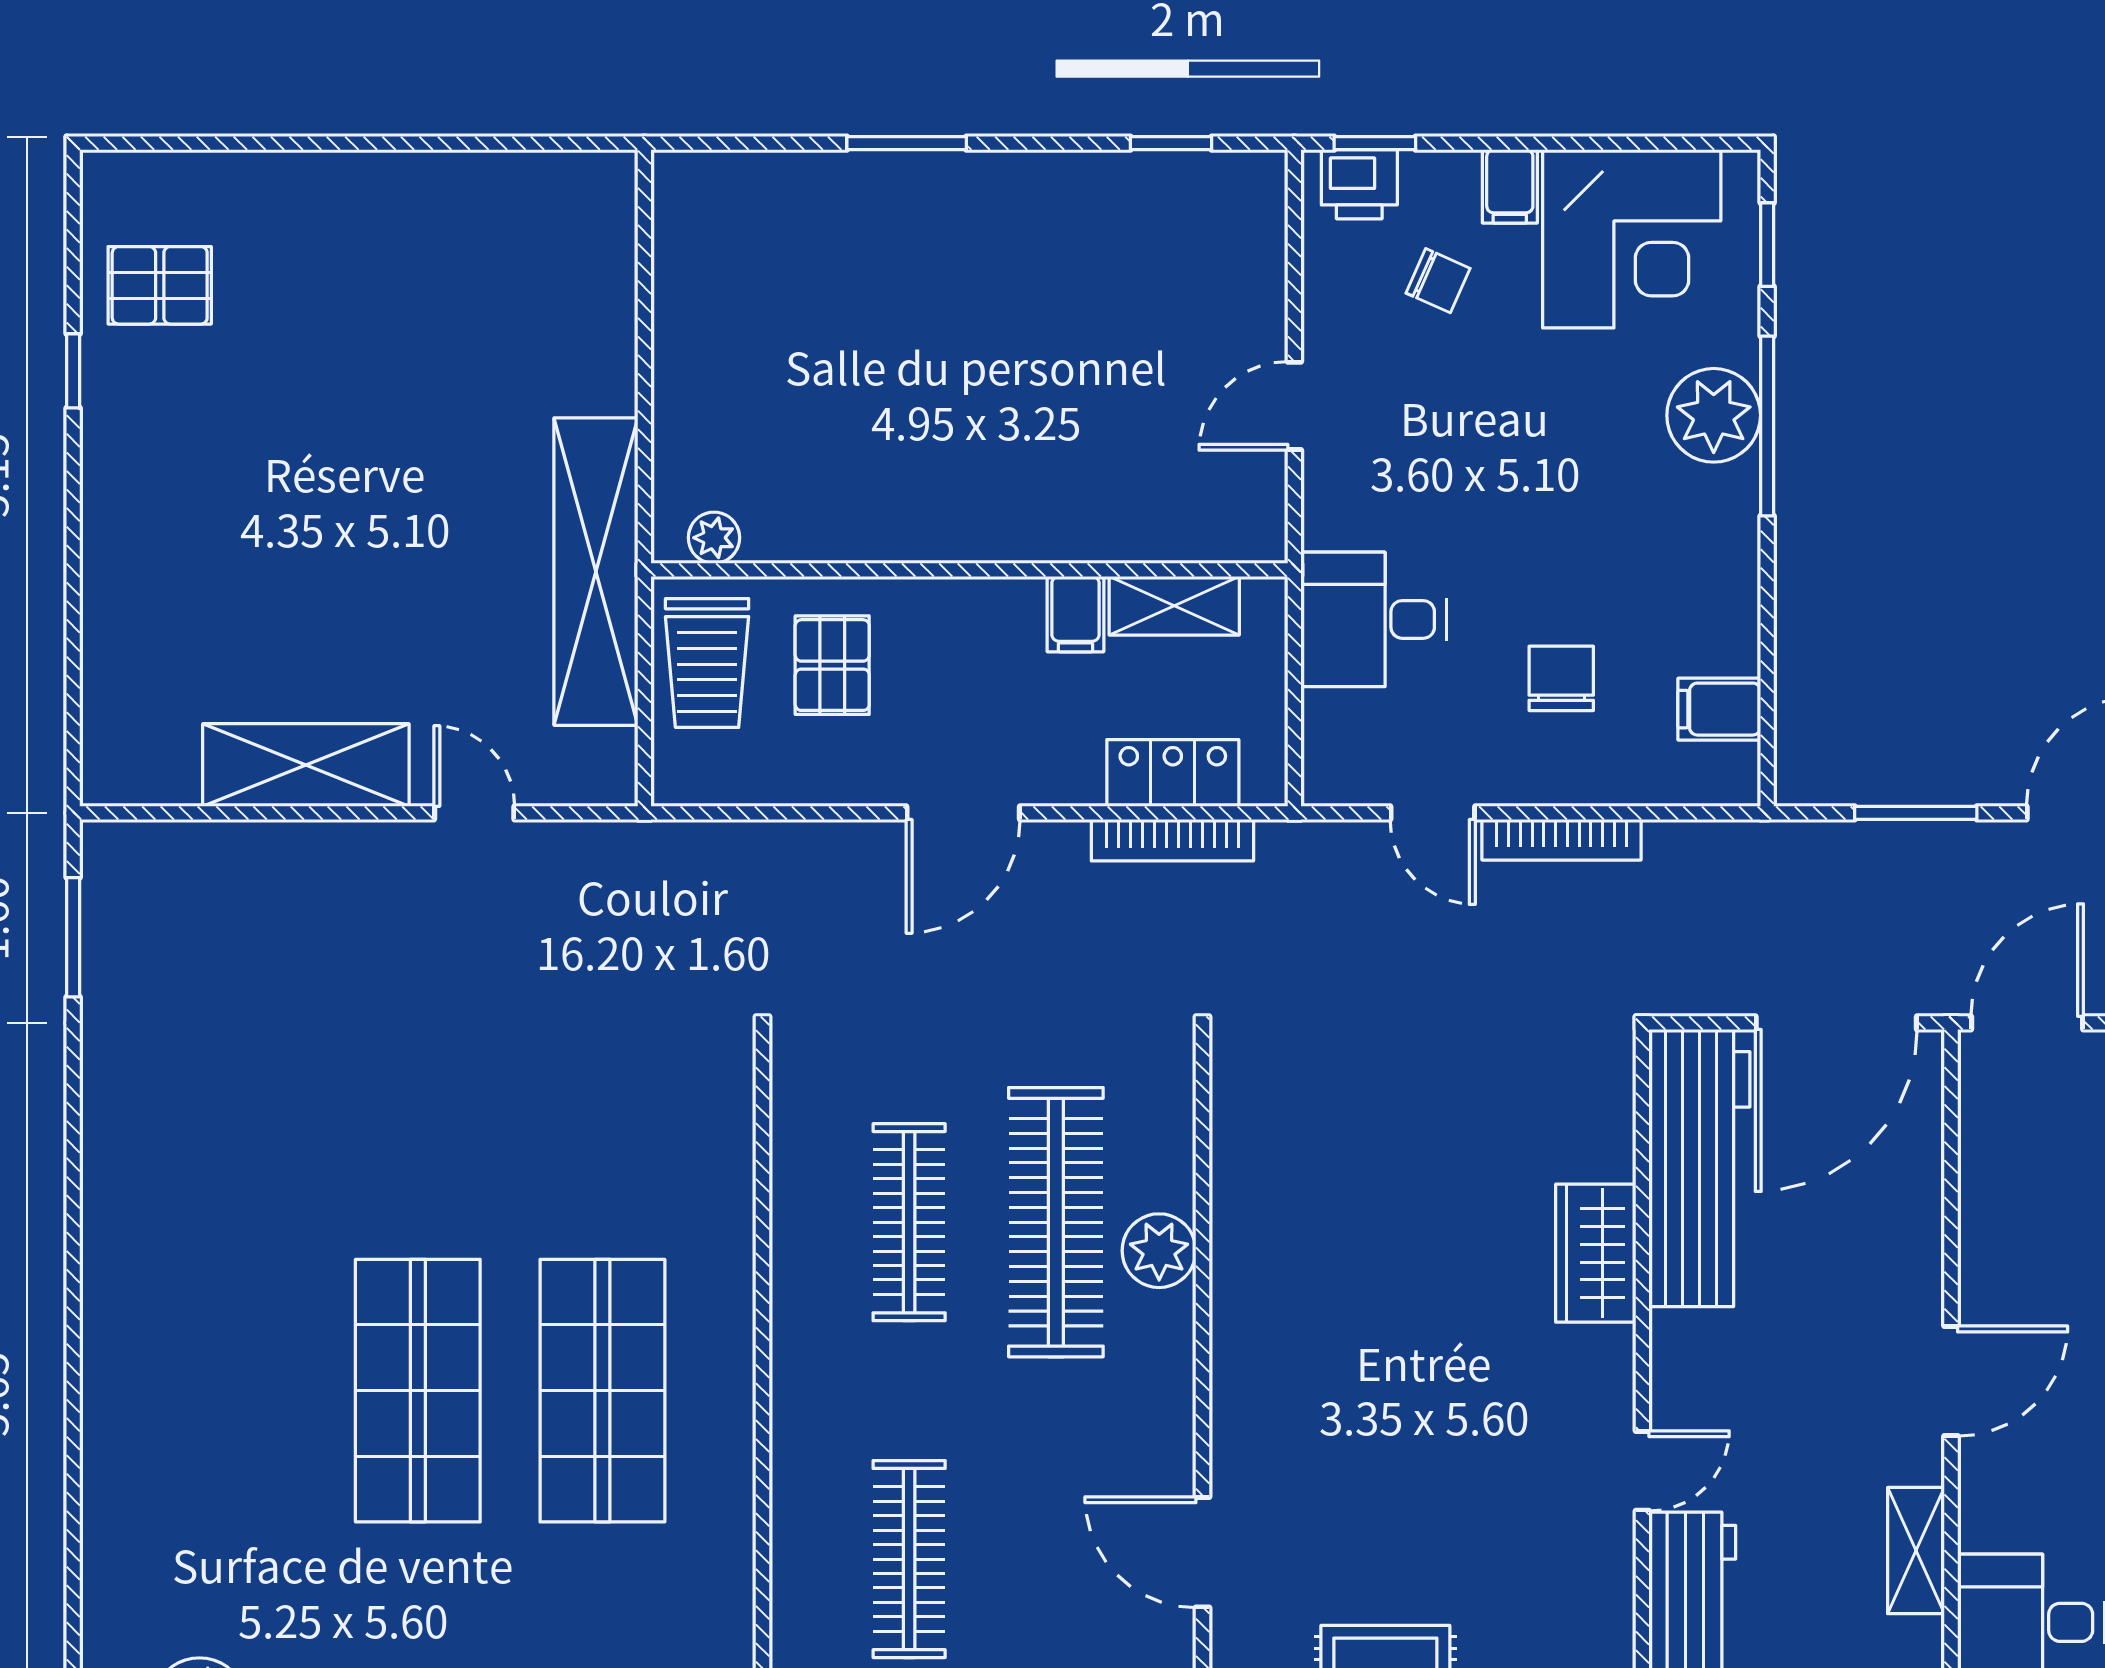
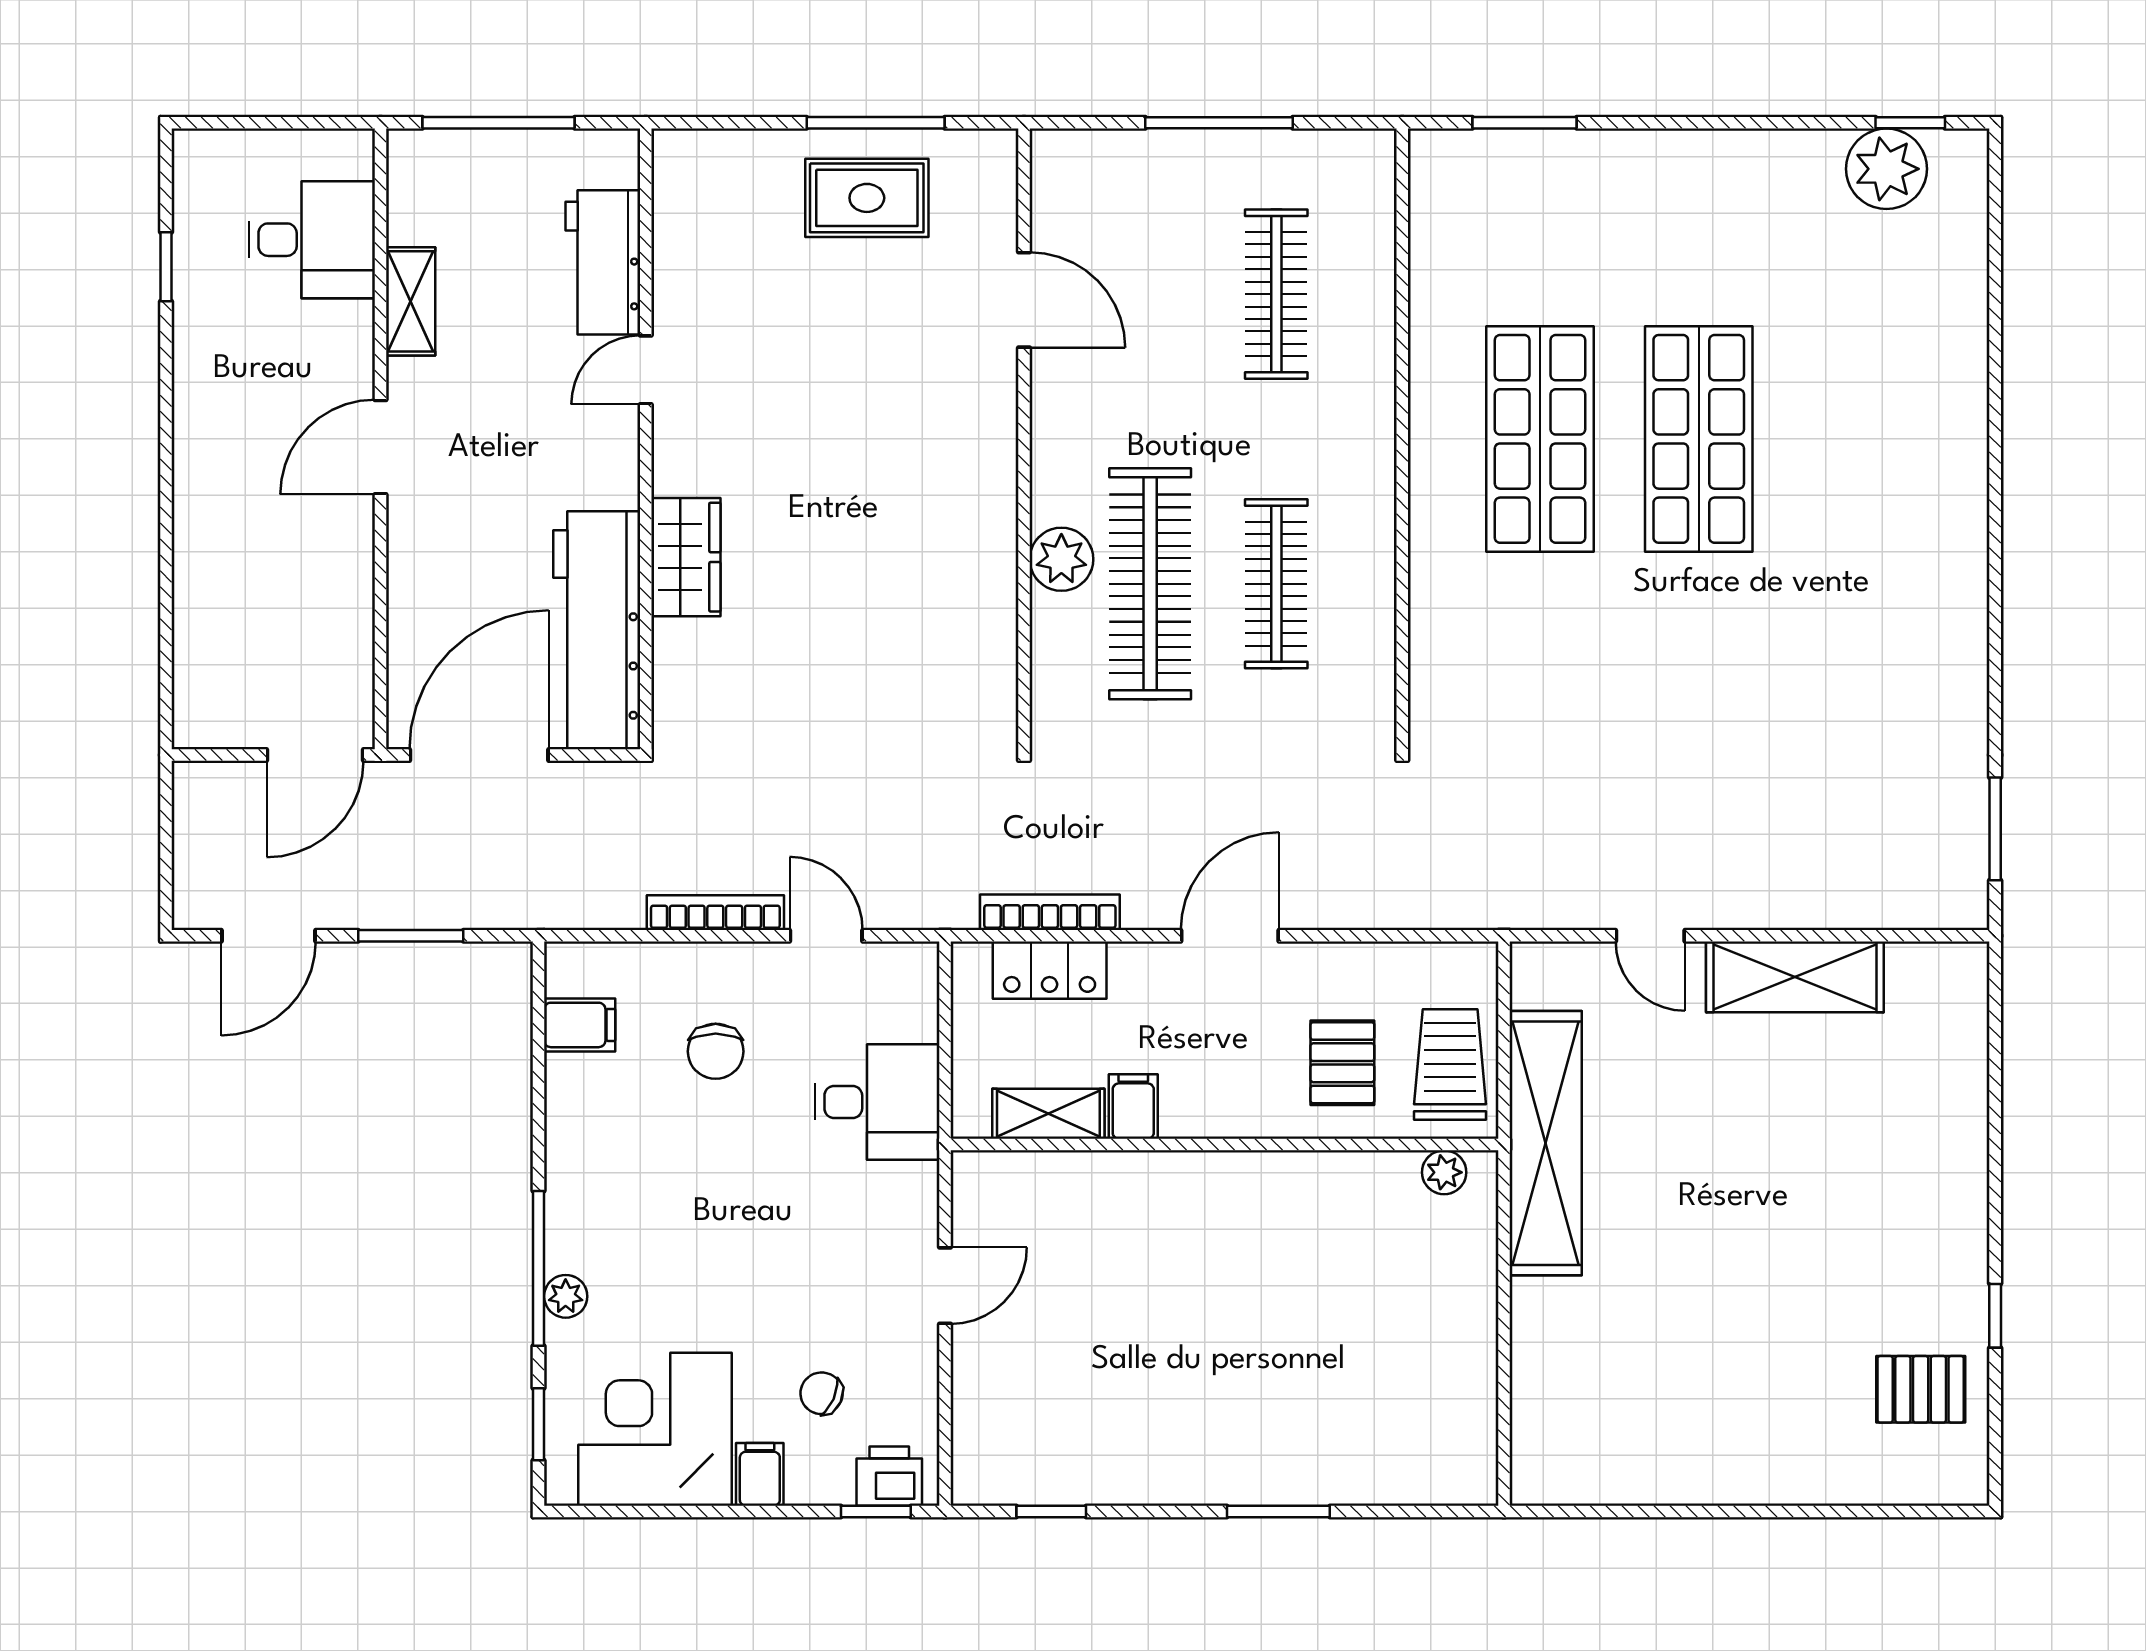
plant: (1714, 415) -> (566, 1296), width x0.53, depth x0.53

